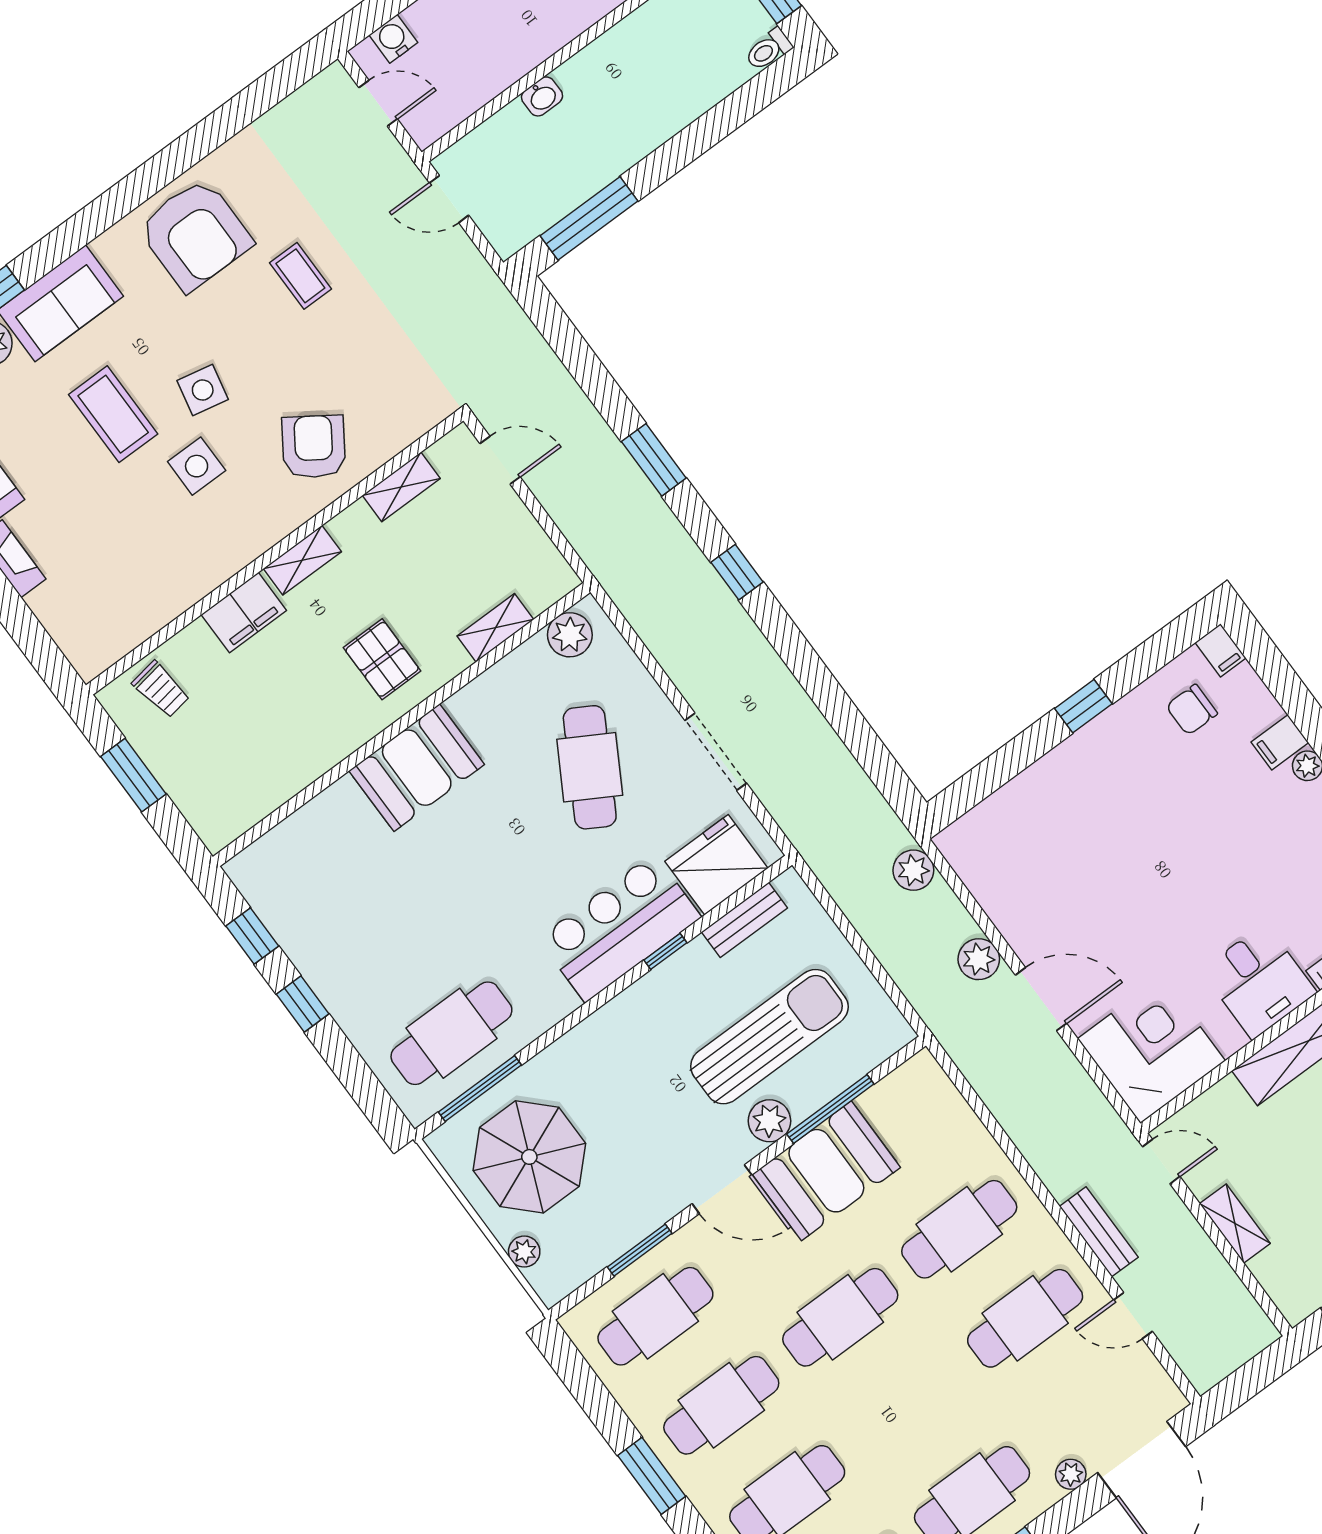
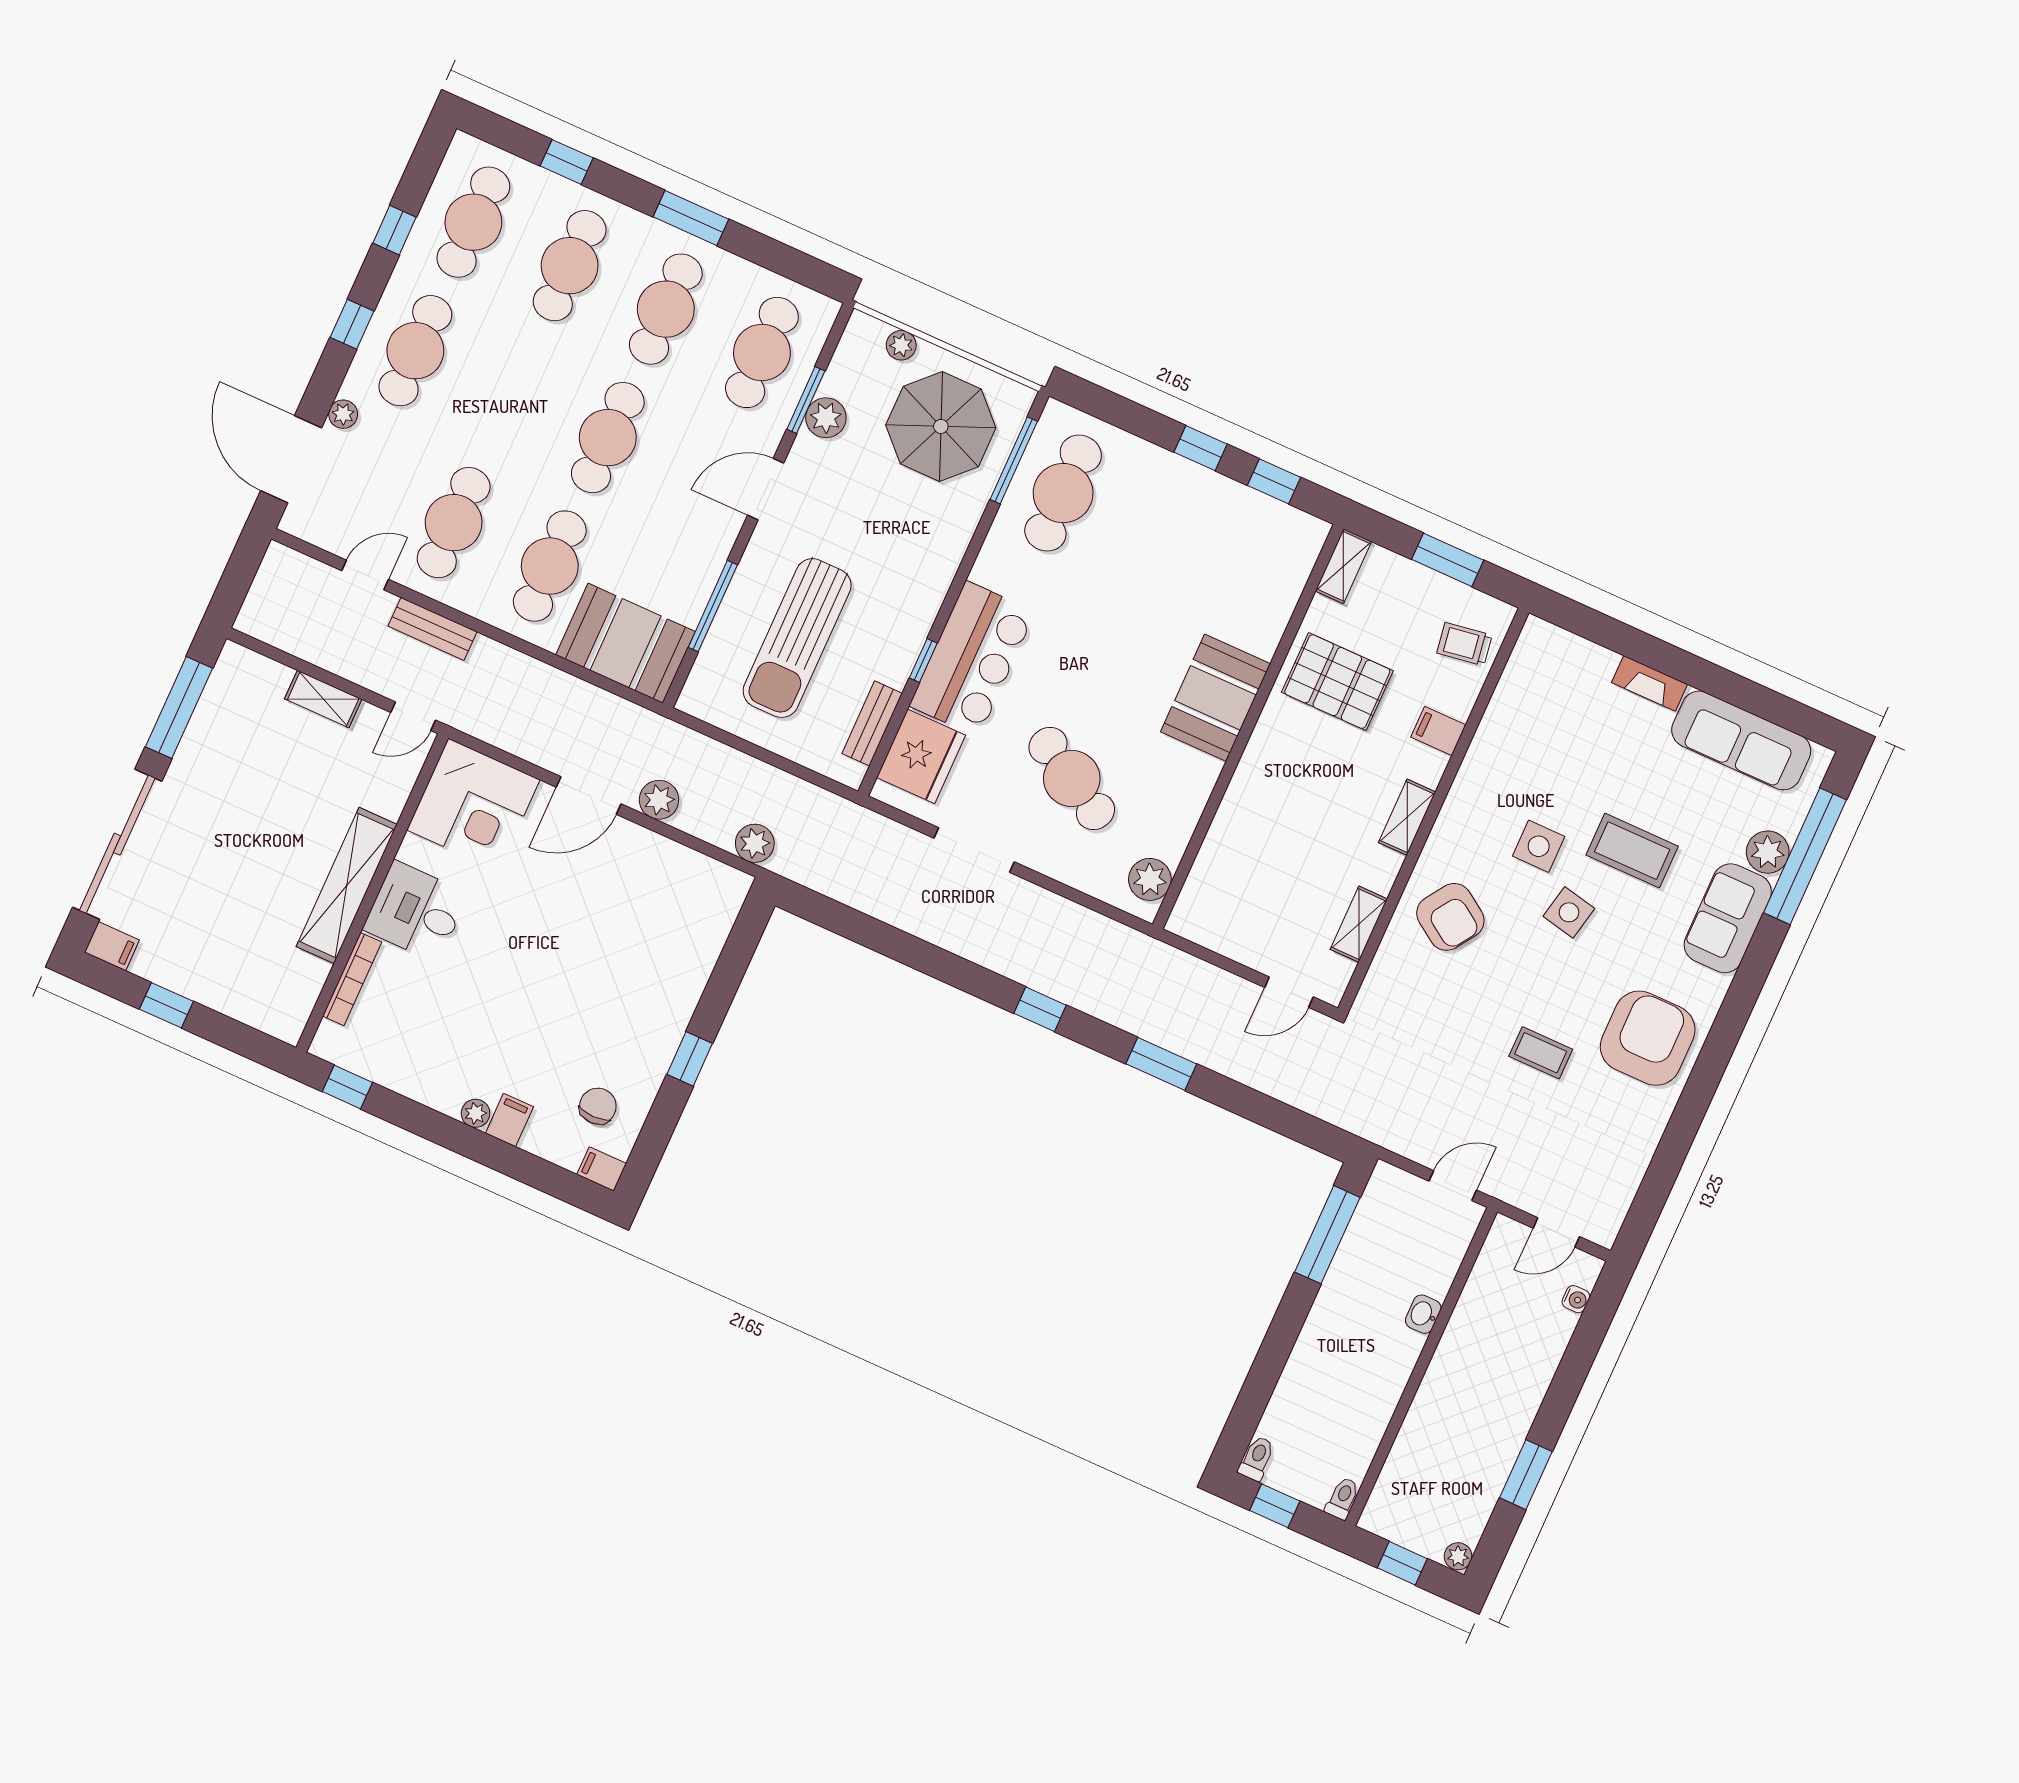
water cooler: (393, 39) -> (1576, 1299), width x0.72, depth x0.72
armchair: (195, 234) -> (1648, 1038), turned 90
filing cabinet: (244, 612) -> (1438, 731), width x0.50
shelving: (495, 628) -> (1343, 566), moved
pallet: (382, 659) -> (1337, 682), moved, width x1.50, depth x1.42
plant: (769, 1121) -> (826, 418), moved
booth: (826, 1171) -> (625, 643), moved, turned 90

